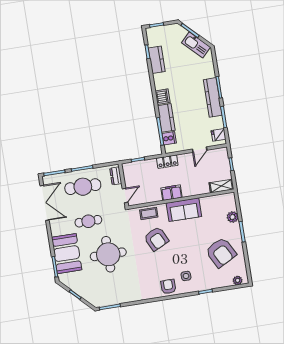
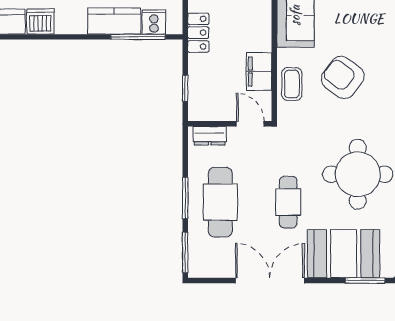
dishwasher: (163, 97) -> (40, 22), moved
filing cabinet: (171, 193) -> (259, 71), moved
double door: (45, 203) -> (270, 280), moved
armchair: (156, 239) -> (343, 77), turned -117

